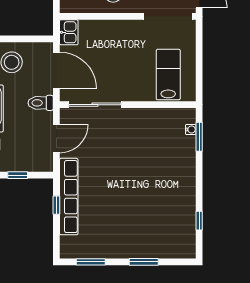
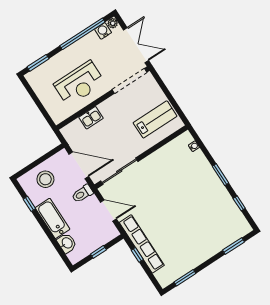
kitchen sink: (69, 32) -> (91, 118), moved, turned 90
lab bench: (168, 75) -> (155, 119), turned 90
window: (199, 137) -> (220, 175), moved
door: (56, 139) -> (108, 211), hinge flipped
window: (144, 262) -> (234, 246), moved

